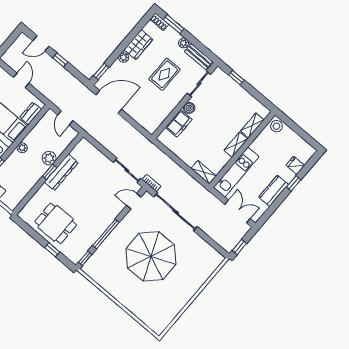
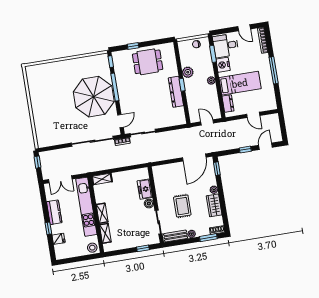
plant: (49, 158) -> (188, 72), moved
kitchen unit: (236, 172) -> (86, 207), width x1.36
parasol: (151, 256) -> (94, 97), moved

